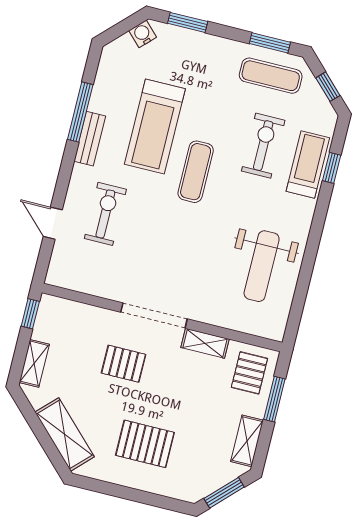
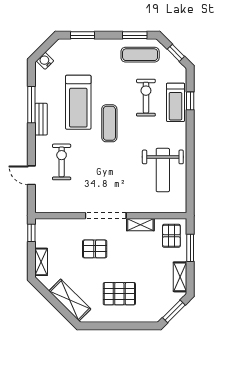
water cooler: (143, 34) -> (45, 61), moved
treadmill: (308, 165) -> (176, 102), turned 180

